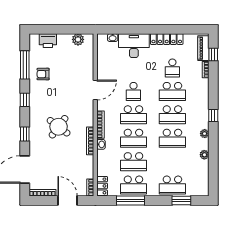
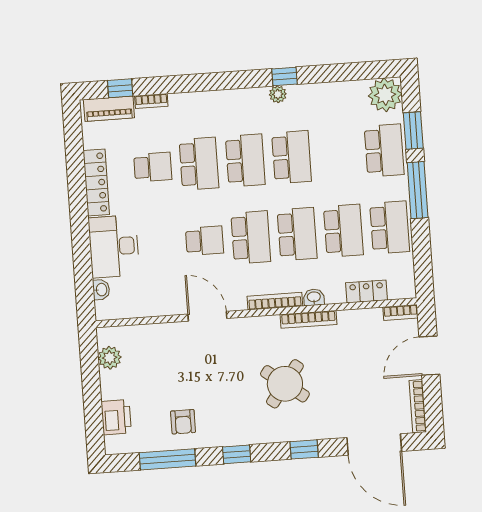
window: (213, 116) -> (285, 76), moved
plant: (204, 155) -> (385, 95), moved, width x1.87, depth x1.87
locker: (102, 186) -> (366, 291), moved
window: (131, 200) -> (418, 190), moved

